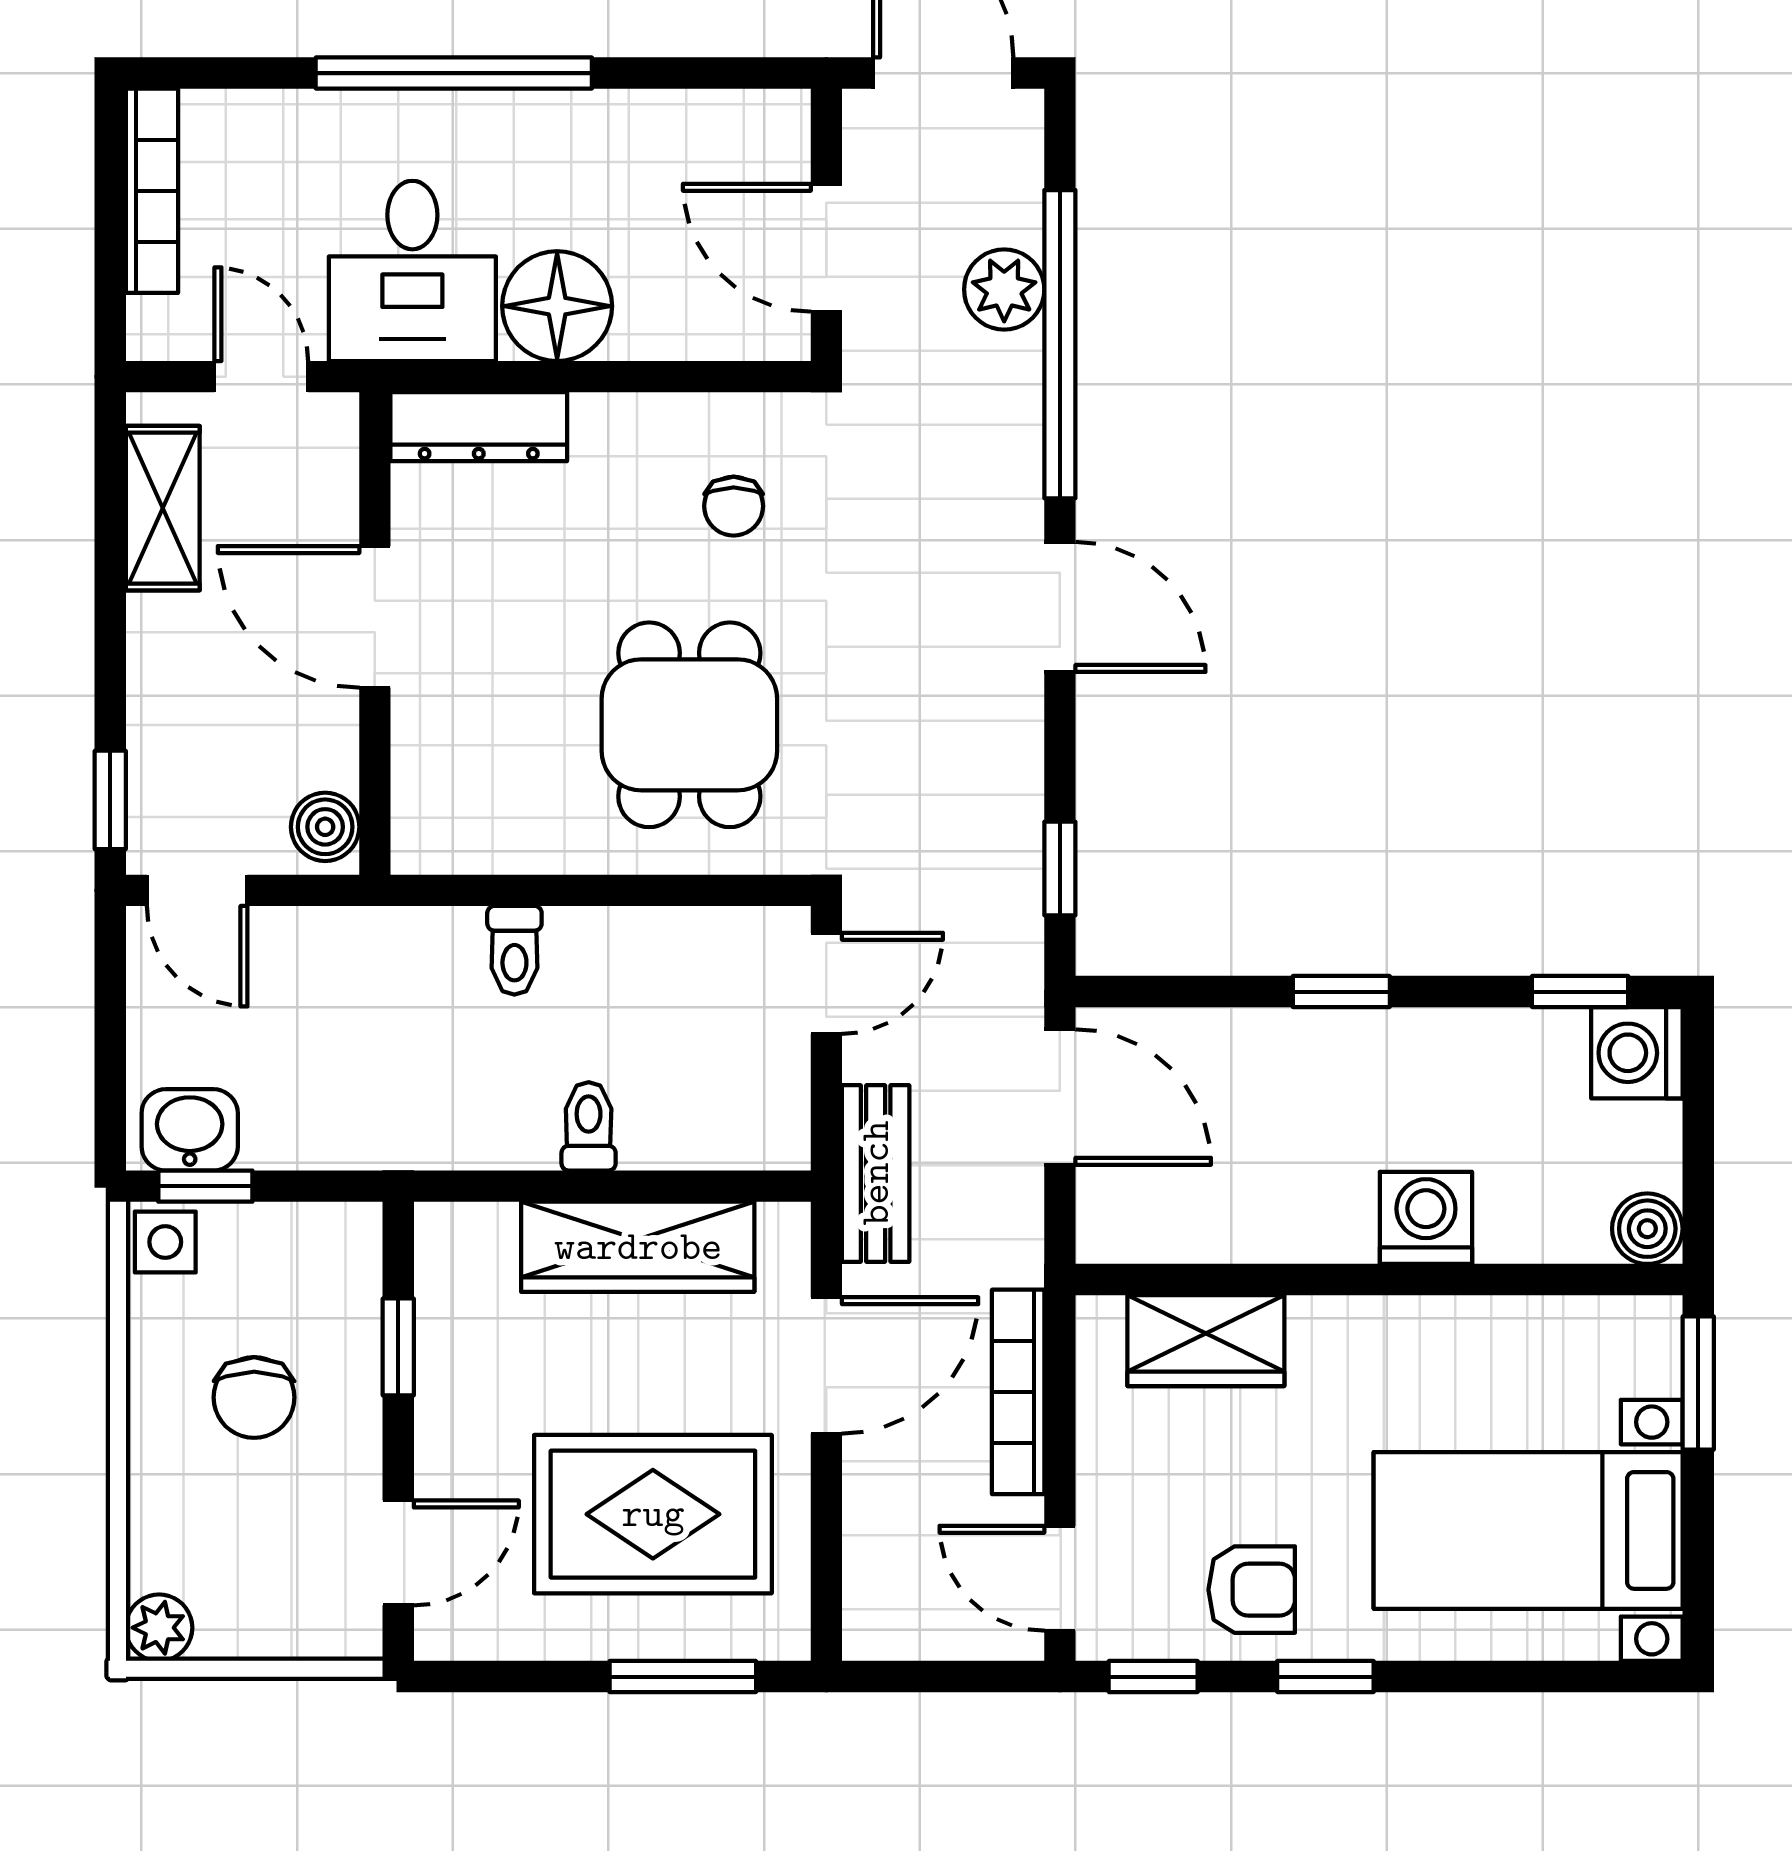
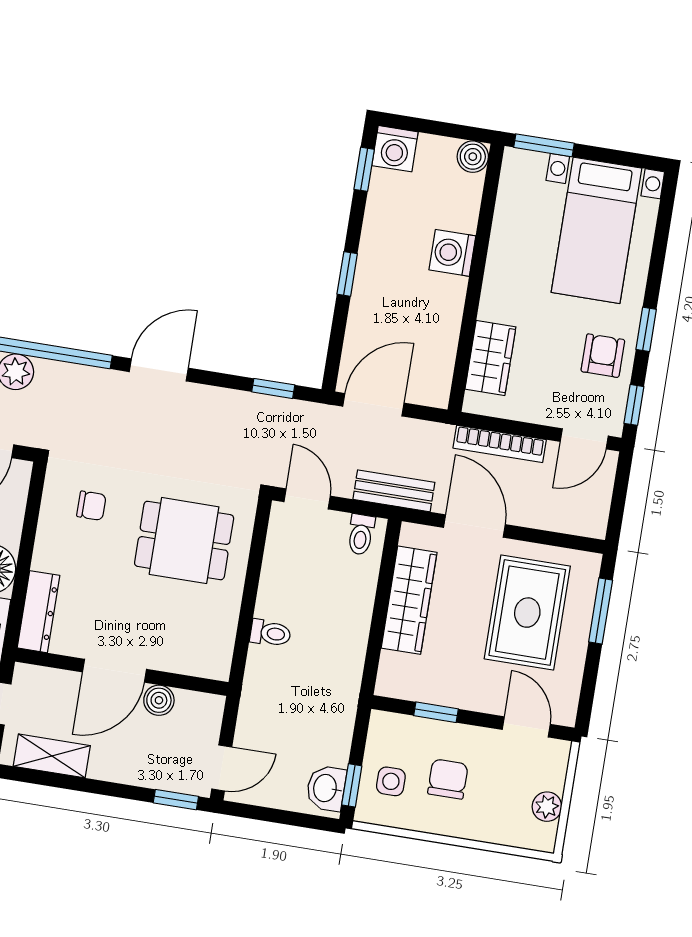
boiler: (325, 827) -> (159, 700), moved
toilet: (589, 1126) -> (361, 534), moved, turned -90
side table: (165, 1242) -> (391, 781), moved
chair: (254, 1397) -> (448, 779), turned -90
plant: (159, 1628) -> (547, 807), moved

